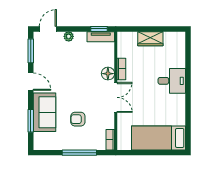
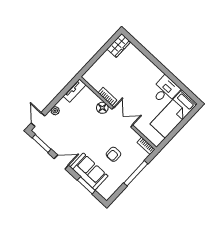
window: (99, 29) -> (68, 87), removed
wardrobe: (150, 39) -> (119, 45), moved
desk: (172, 81) -> (165, 90), moved

